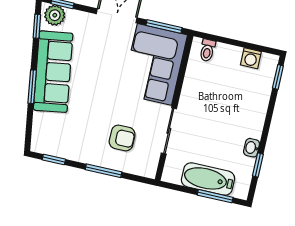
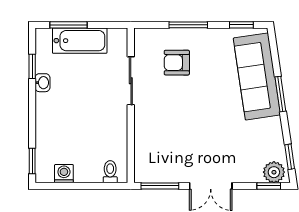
corner sofa: (154, 64) -> (161, 145), removed
sofa: (53, 72) -> (257, 76), moved

